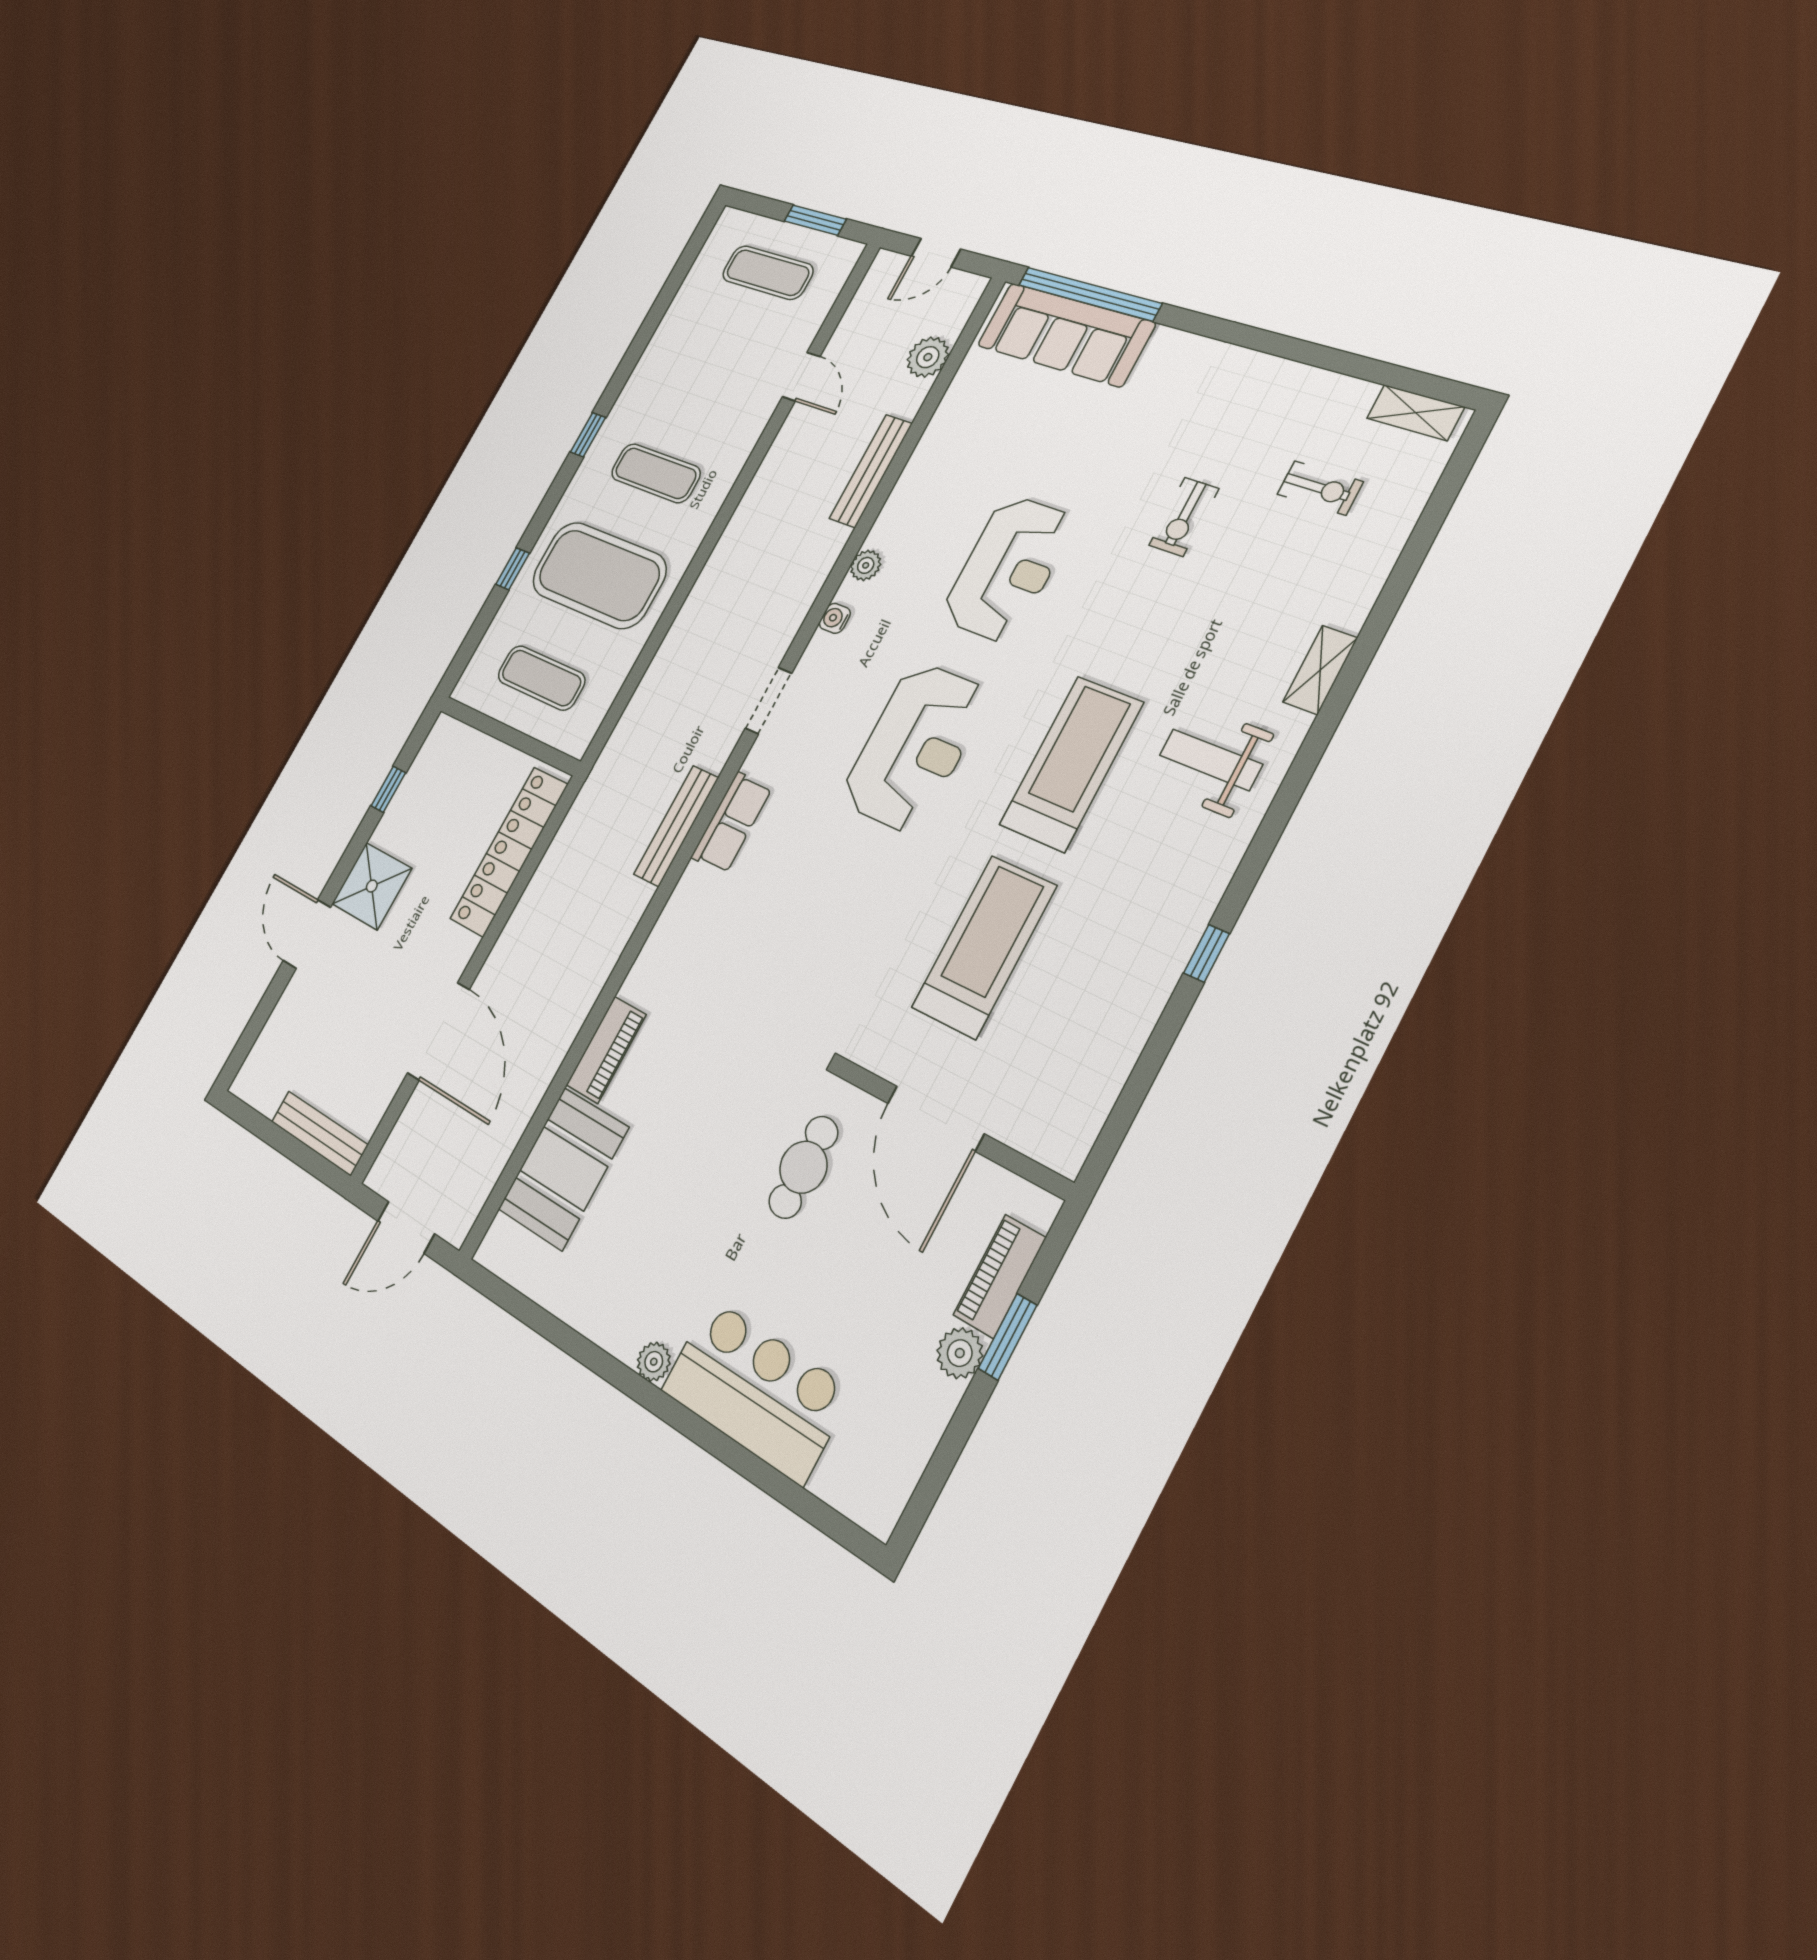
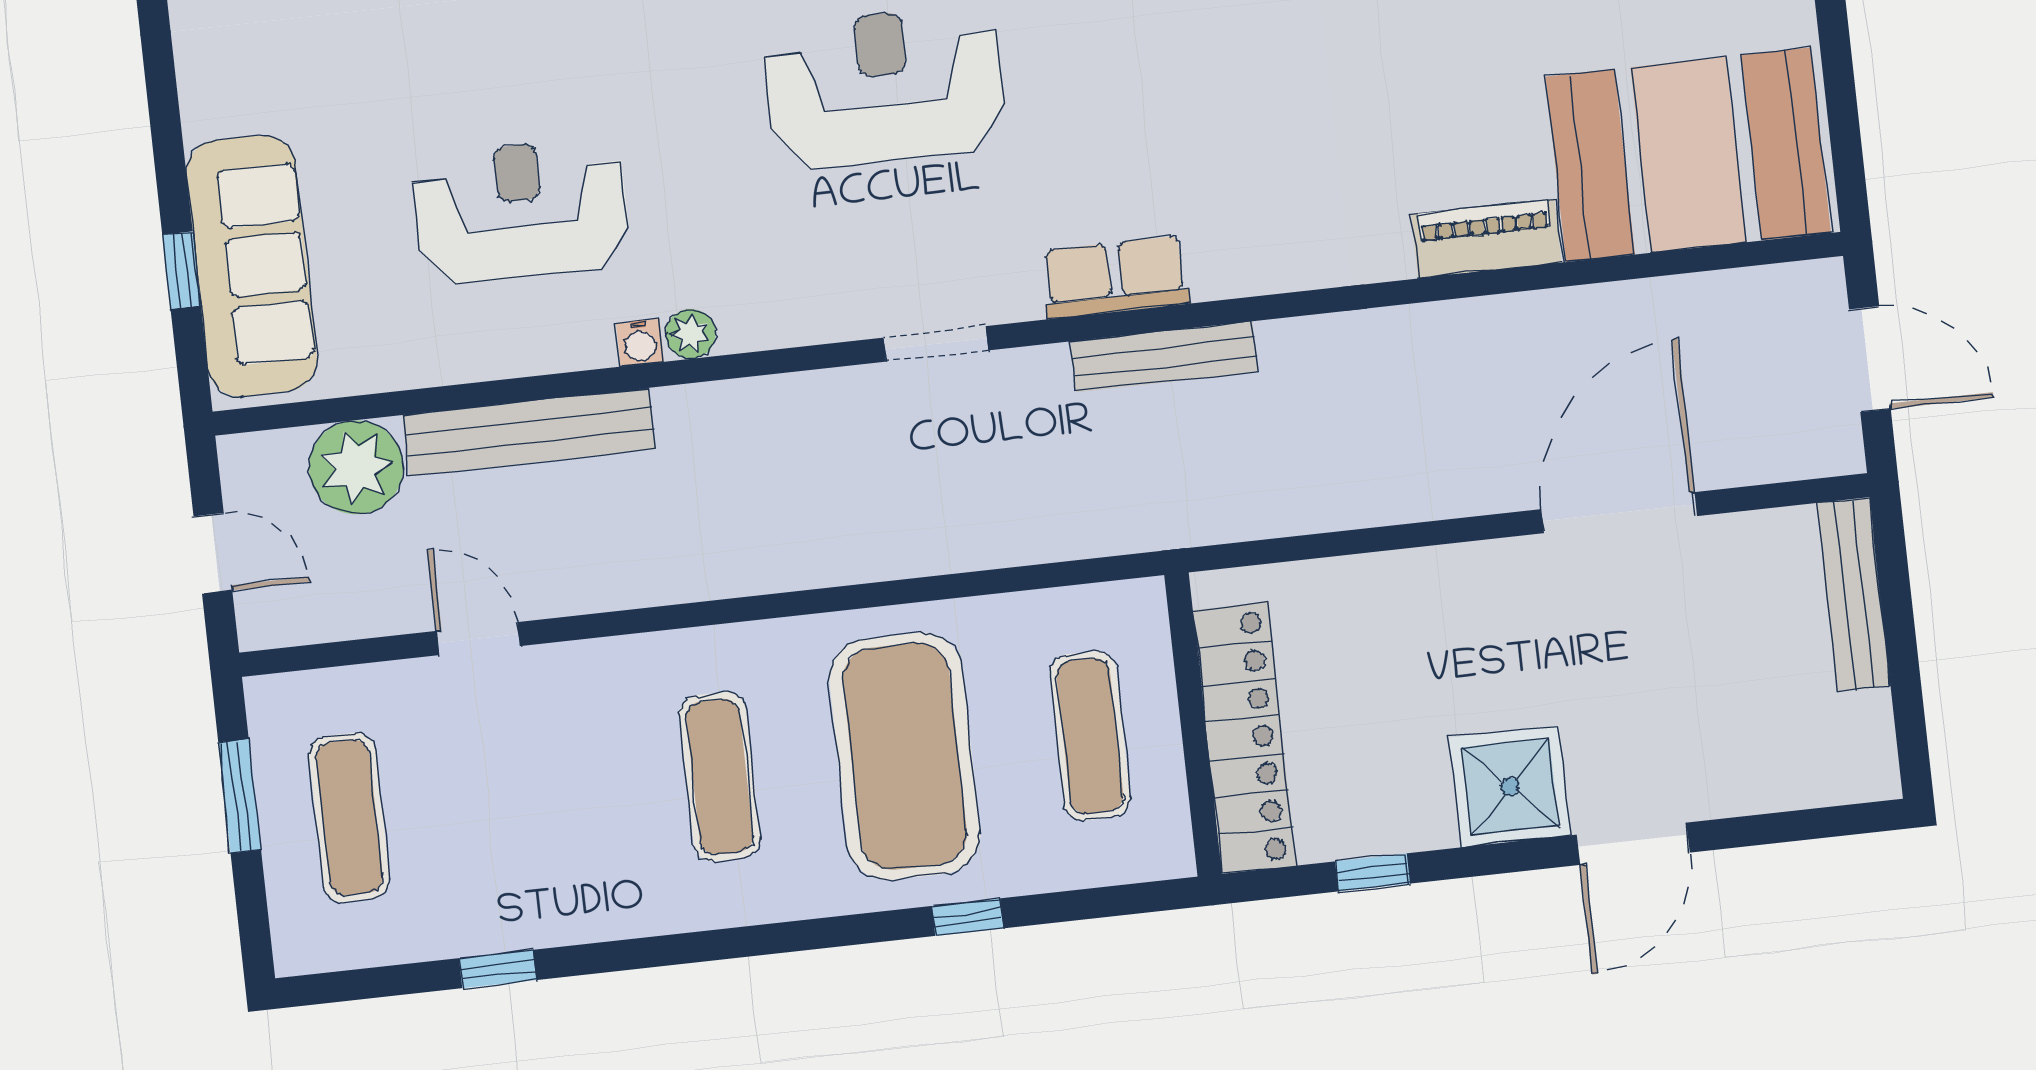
window: (1089, 294) -> (182, 270), width x0.32
plant: (928, 357) -> (356, 467), width x1.36, depth x1.36
door: (801, 377) -> (478, 639), hinge flipped
window: (588, 435) -> (498, 969), moved
bench: (871, 471) -> (529, 432), width x1.37, depth x1.21
reception desk: (1008, 569) -> (521, 211), moved
water cooler: (835, 618) -> (640, 343), moved
locker: (509, 852) -> (1244, 738), moved, turned -90
booth: (563, 1168) -> (1688, 155), width x1.36, depth x1.42

